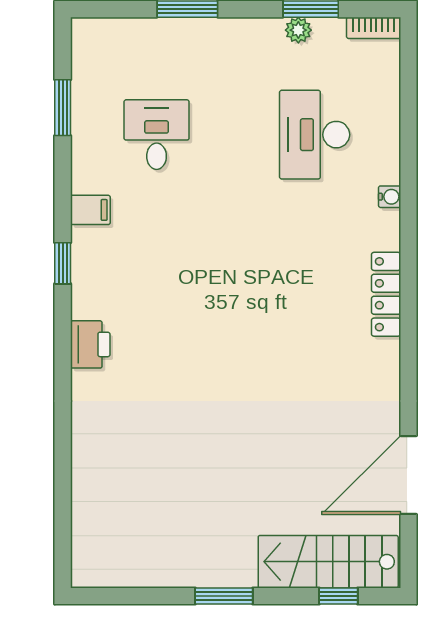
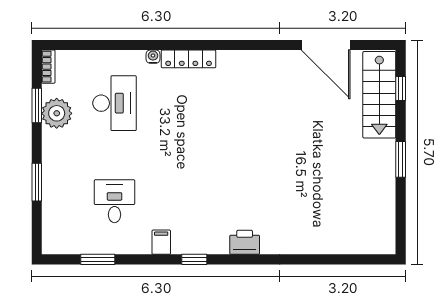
plant: (298, 30) -> (57, 113), width x1.88, depth x1.88
desk: (157, 135) -> (115, 201), turned 90
desk: (315, 135) -> (115, 103), turned -90
locker: (386, 294) -> (189, 59), moved

